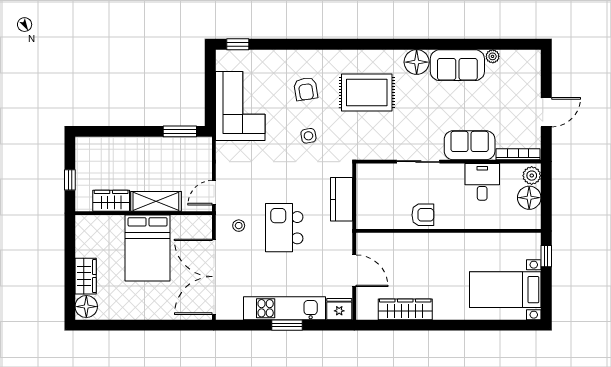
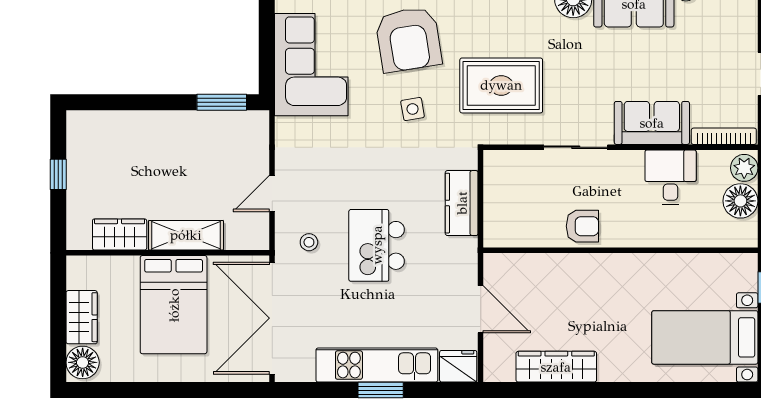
armchair: (306, 89) -> (408, 39), width x1.88, depth x1.88
rug: (367, 92) -> (501, 85), moved
wardrobe: (111, 201) -> (120, 234), moved
shelving: (156, 201) -> (186, 235), moved
wall: (144, 213) -> (168, 253), moved
bed: (148, 248) -> (174, 305), moved

